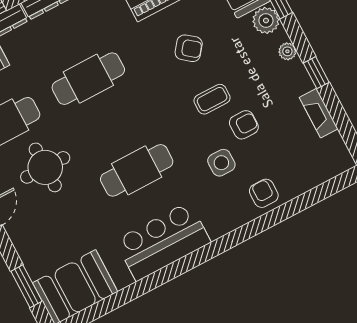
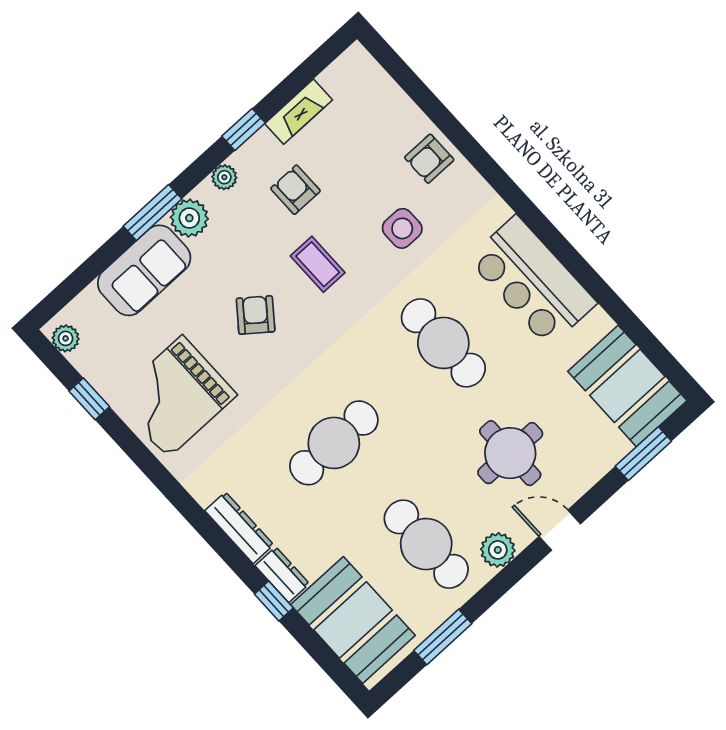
cafe table: (88, 79) -> (334, 443), turned 90
armchair: (244, 125) -> (295, 190), moved
round table: (45, 167) -> (510, 453), moved

